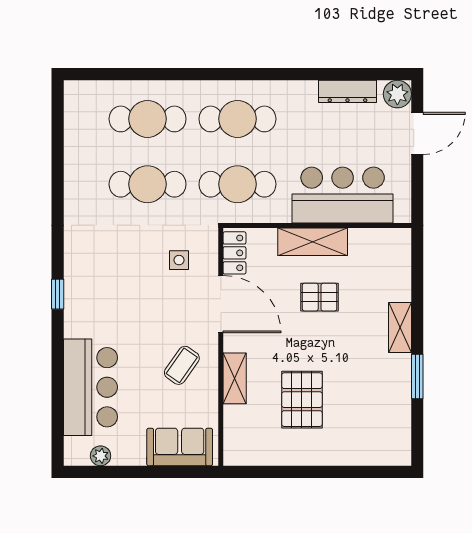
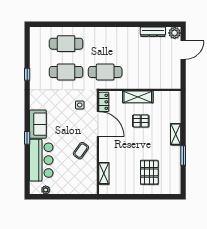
cafe table: (237, 119) -> (105, 44), removed
window: (58, 189) -> (27, 74), added
bar counter: (343, 195) -> (151, 77), removed
window: (58, 294) -> (27, 138), moved
shelving: (235, 378) -> (104, 173), moved
pallet: (302, 400) -> (149, 172), moved
sofa: (180, 447) -> (38, 124), moved, turned 90

